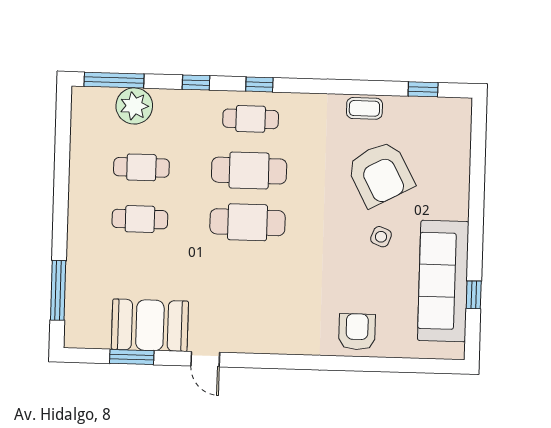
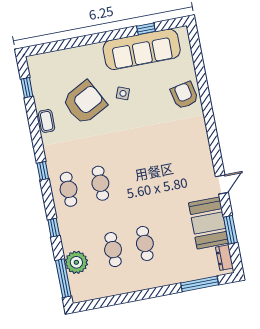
window: (259, 84) -> (43, 171), moved
cafe table: (249, 171) -> (100, 183), width x0.73, depth x0.74
cafe table: (248, 222) -> (132, 177), removed
armchair: (357, 332) -> (184, 95), turned 78
dresser: (91, 338) -> (224, 258), added

